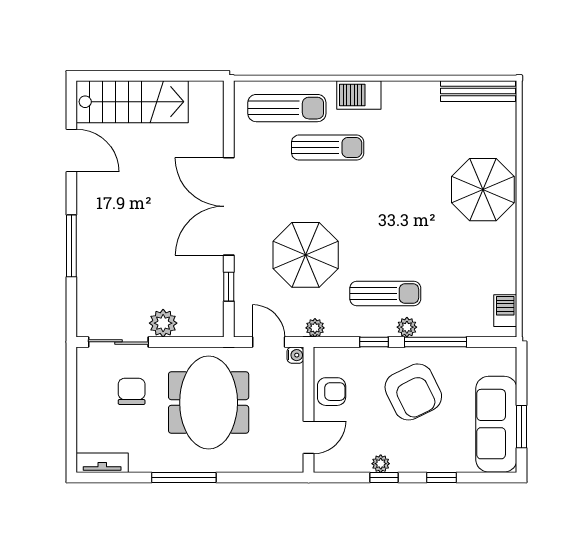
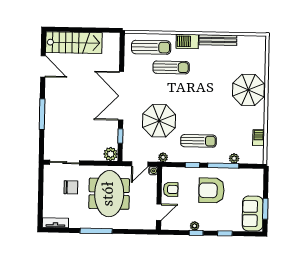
bench: (478, 91) -> (218, 40), moved
barbecue: (505, 311) -> (259, 138), moved
plant: (163, 323) -> (111, 154), moved
plant: (407, 327) -> (234, 158), moved
door: (269, 342) -> (140, 164), swing flipped
chair: (132, 391) -> (71, 187), turned 90
armchair: (413, 392) -> (212, 190), turned 116
sofa: (496, 424) -> (253, 214), width x0.73

